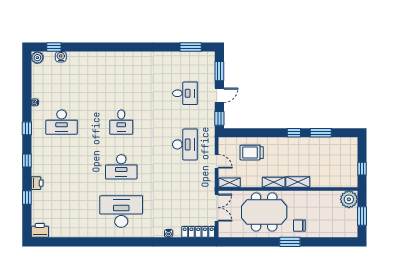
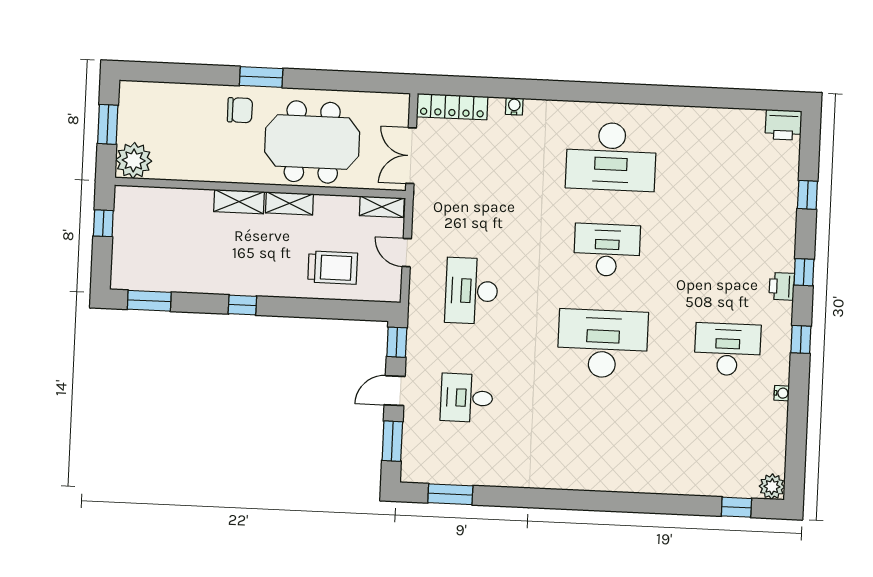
water cooler: (61, 57) -> (723, 486), removed
desk: (121, 122) -> (603, 344), width x1.87, depth x1.30
window: (321, 133) -> (149, 301), moved
printer: (37, 183) -> (782, 286), moved

